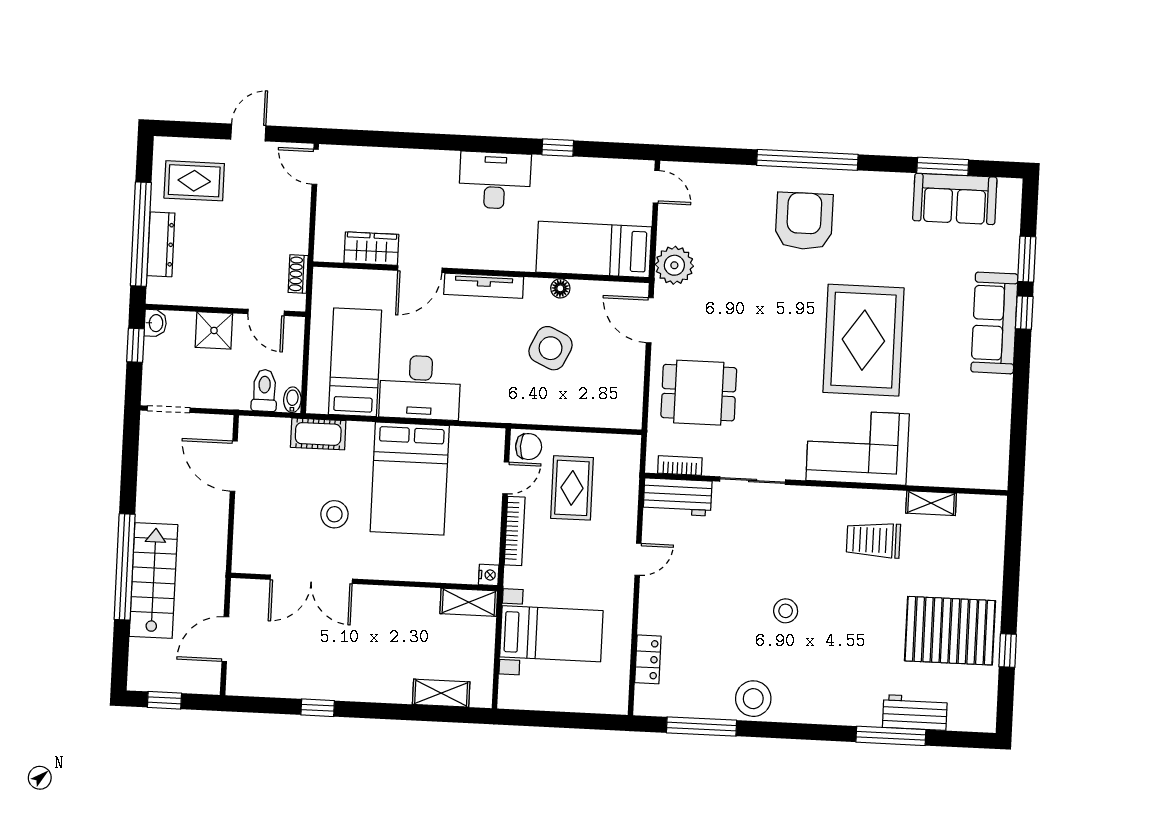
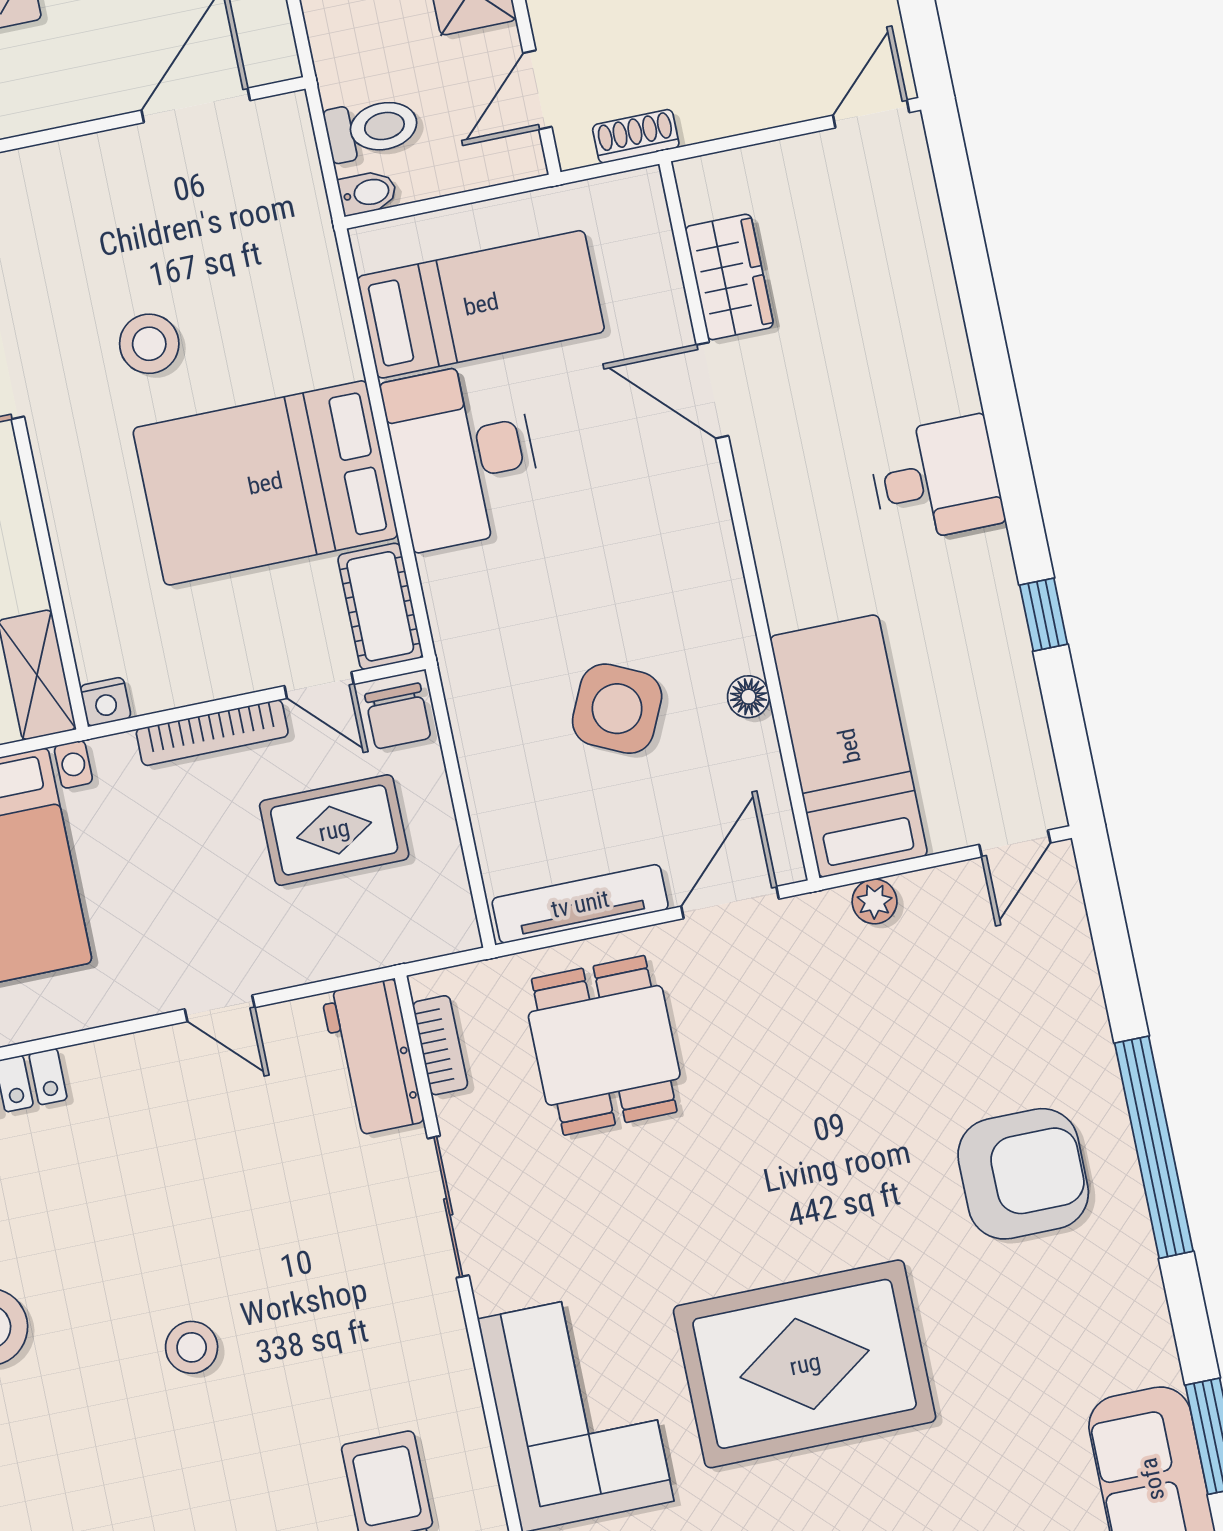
desk: (495, 180) -> (936, 479), width x0.73
plant: (674, 265) -> (875, 901), width x0.53, depth x0.53
tv unit: (484, 286) -> (580, 904), moved, turned 90
cot: (318, 434) -> (380, 606), moved

